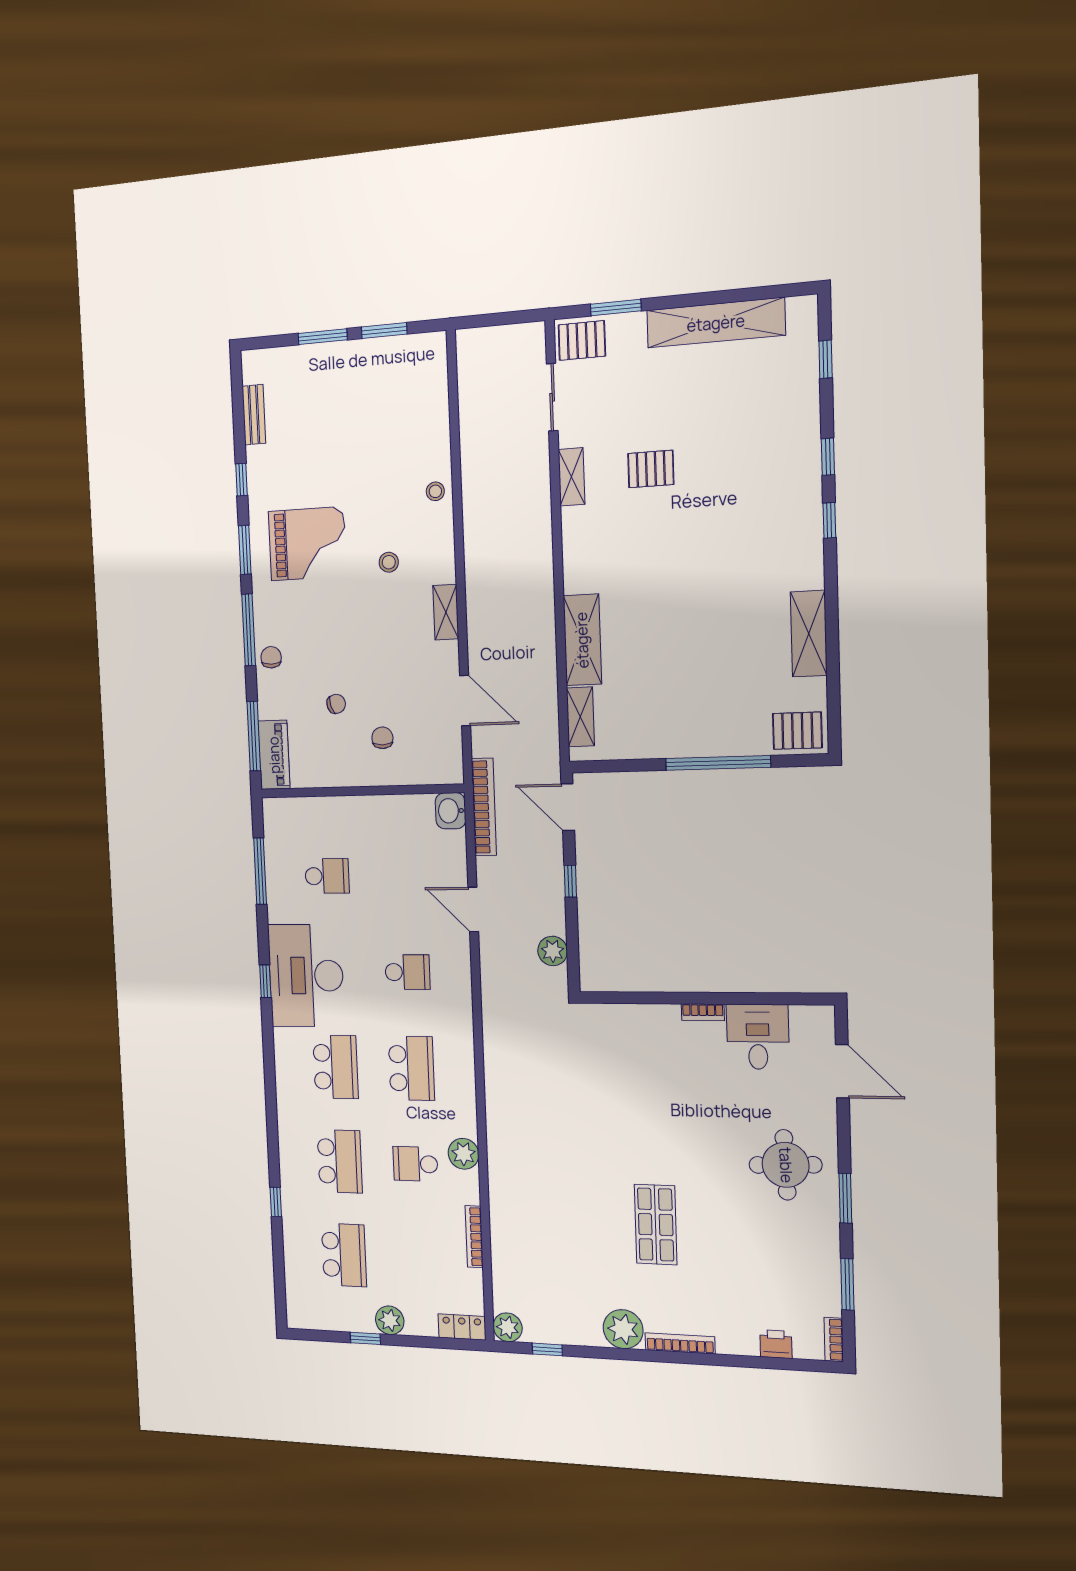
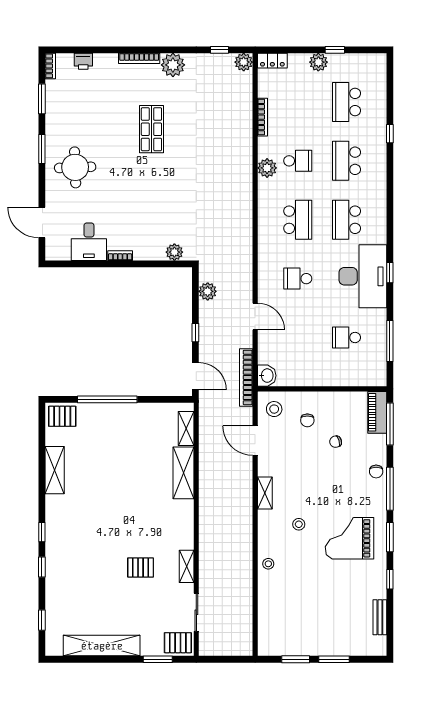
stool: (436, 755) -> (274, 409), added
plant: (610, 1017) -> (174, 252), added
school desk: (411, 1068) -> (298, 220), turned 180

